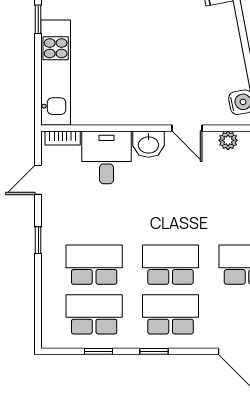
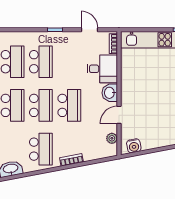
school desk: (171, 215) -> (69, 105), added

